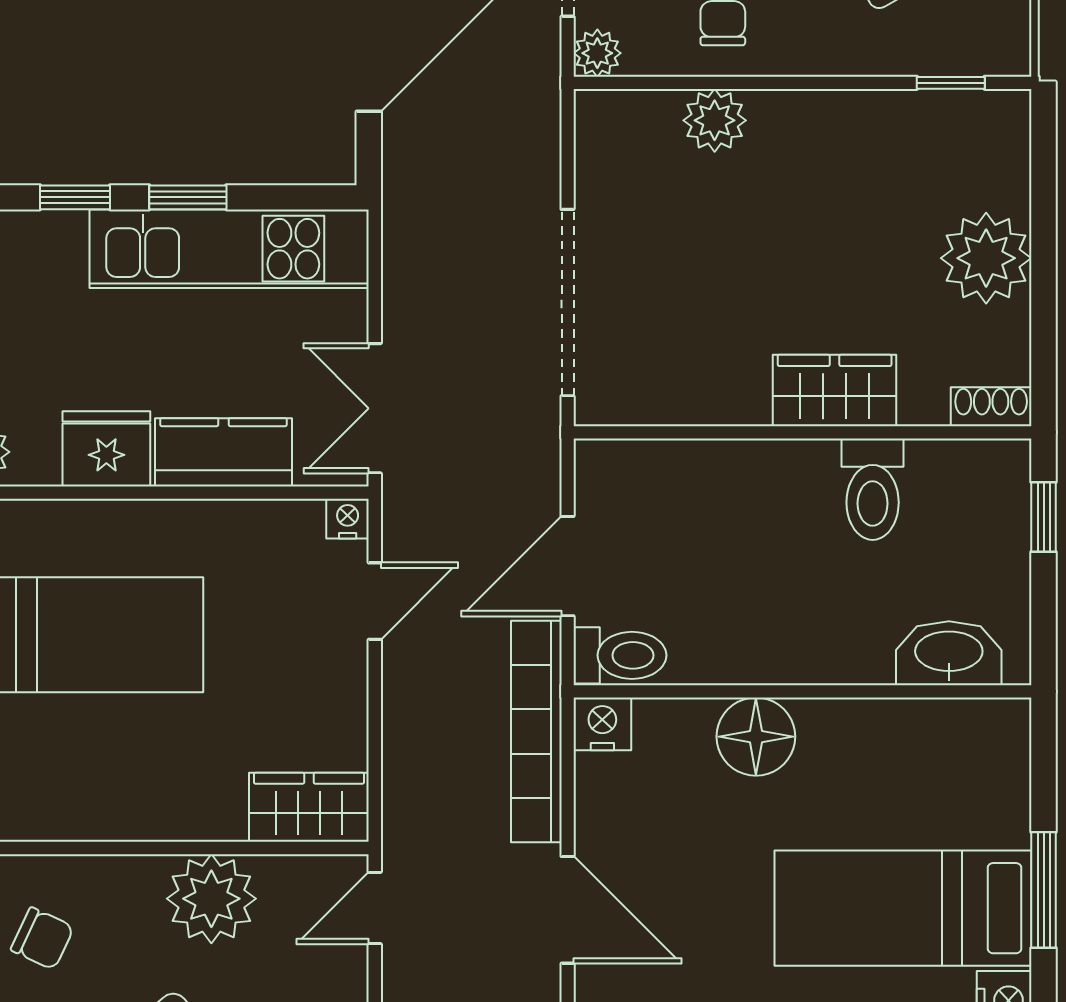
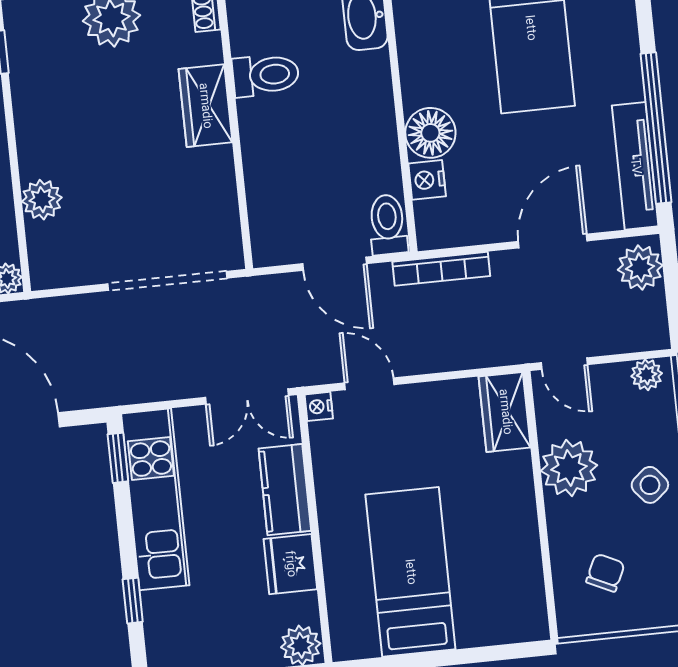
window: (188, 197) -> (118, 458), moved
nightstand: (602, 724) -> (427, 180), moved
bookcase: (536, 731) -> (441, 269), width x0.68, depth x0.76

